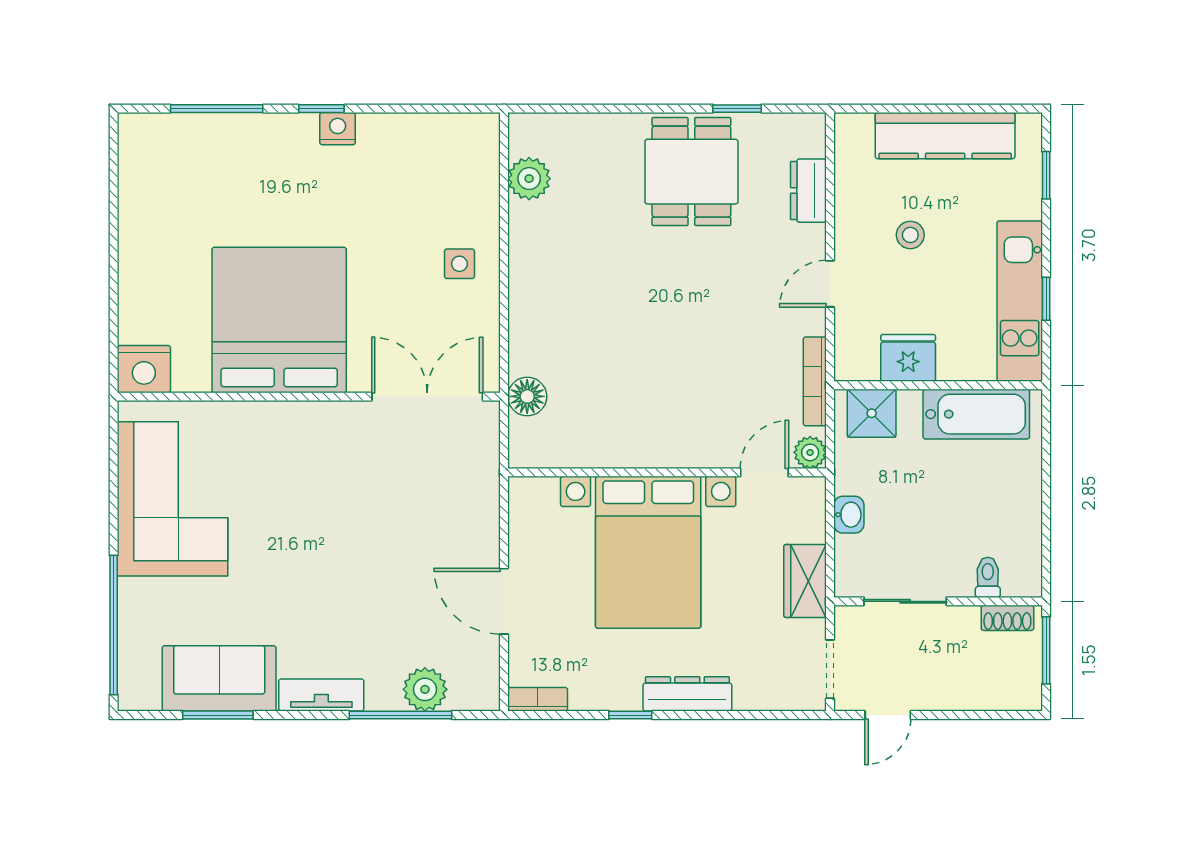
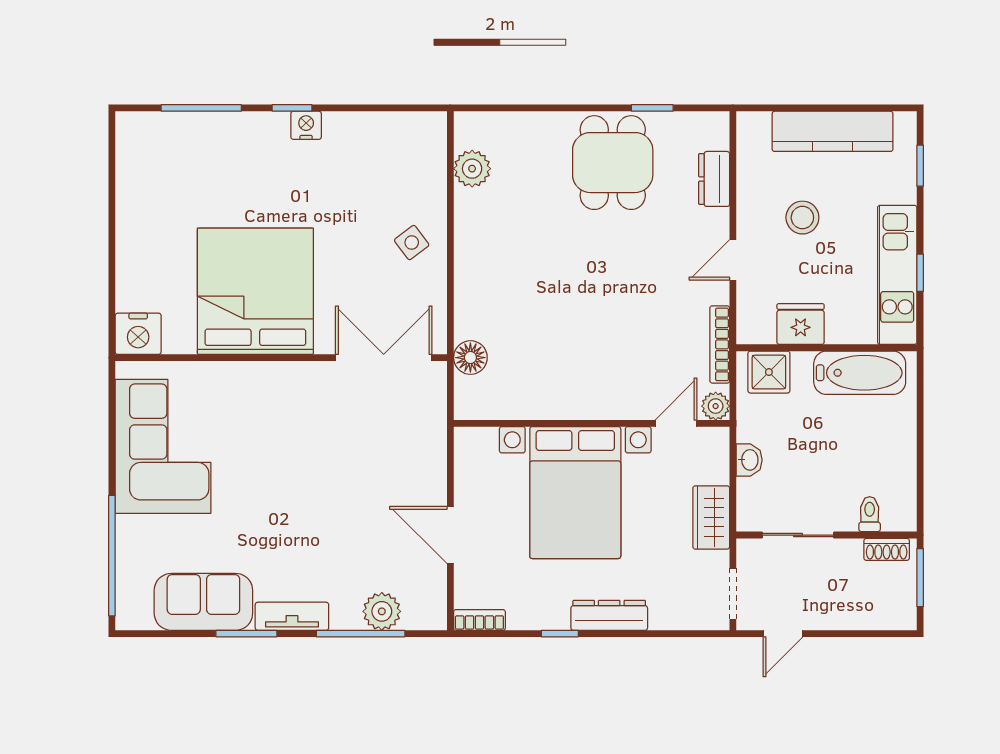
stool: (910, 235) -> (802, 218), width x1.37, depth x1.37
side table: (459, 264) -> (412, 243), turned -37
window: (218, 715) -> (246, 634), moved

